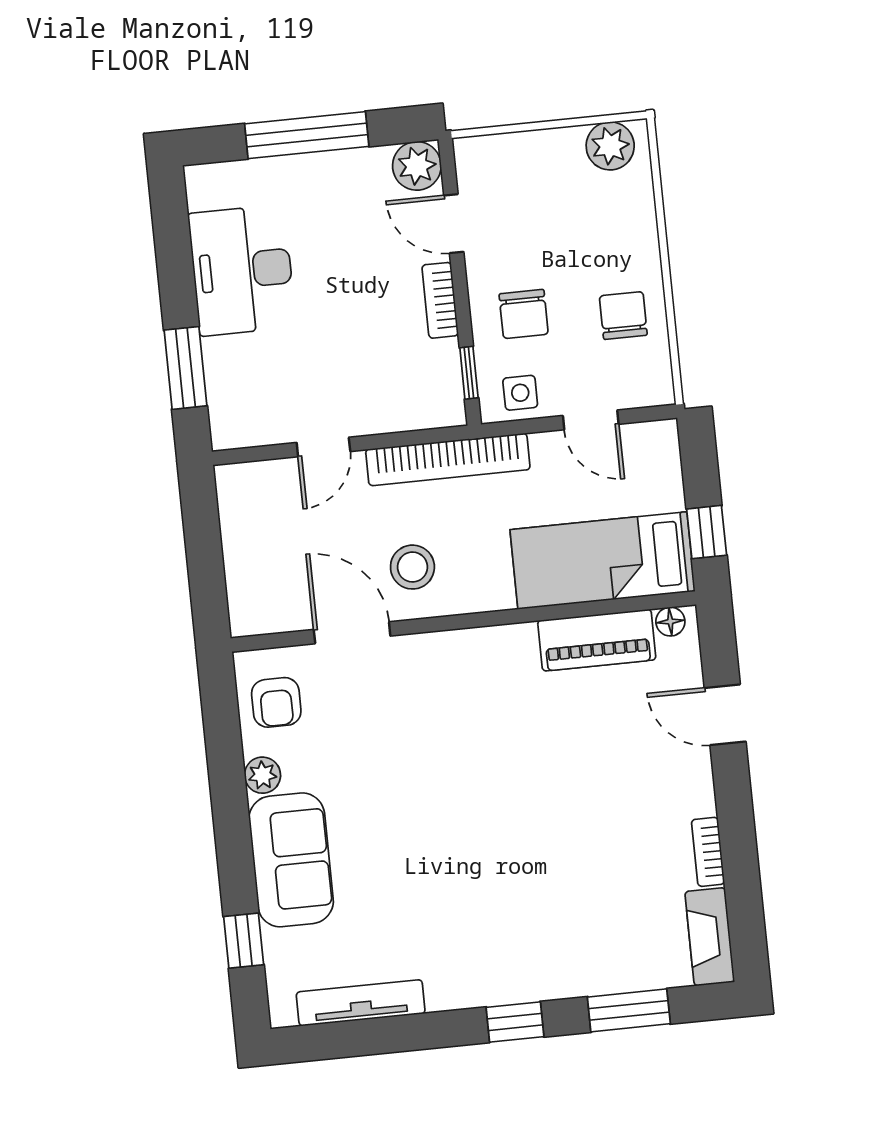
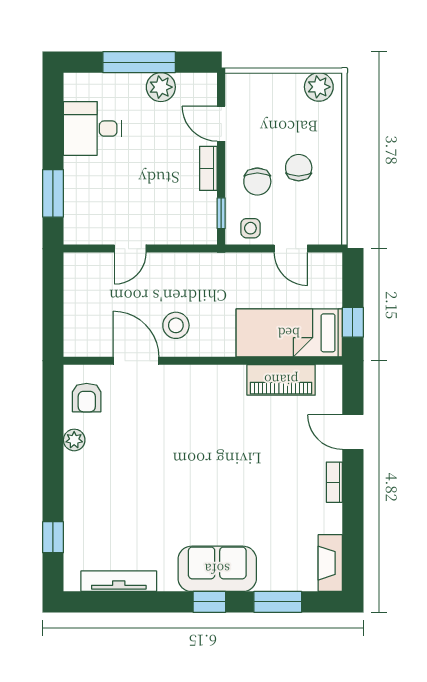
plant: (417, 166) -> (161, 87), moved
desk: (242, 270) -> (92, 129), width x0.73
chair: (623, 316) -> (299, 168), moved
bookcase: (448, 459) -> (203, 263), removed
floor lamp: (670, 622) -> (326, 373), removed
bookcase: (708, 852) -> (334, 482), moved
sofa: (291, 860) -> (217, 569), moved, turned -90

